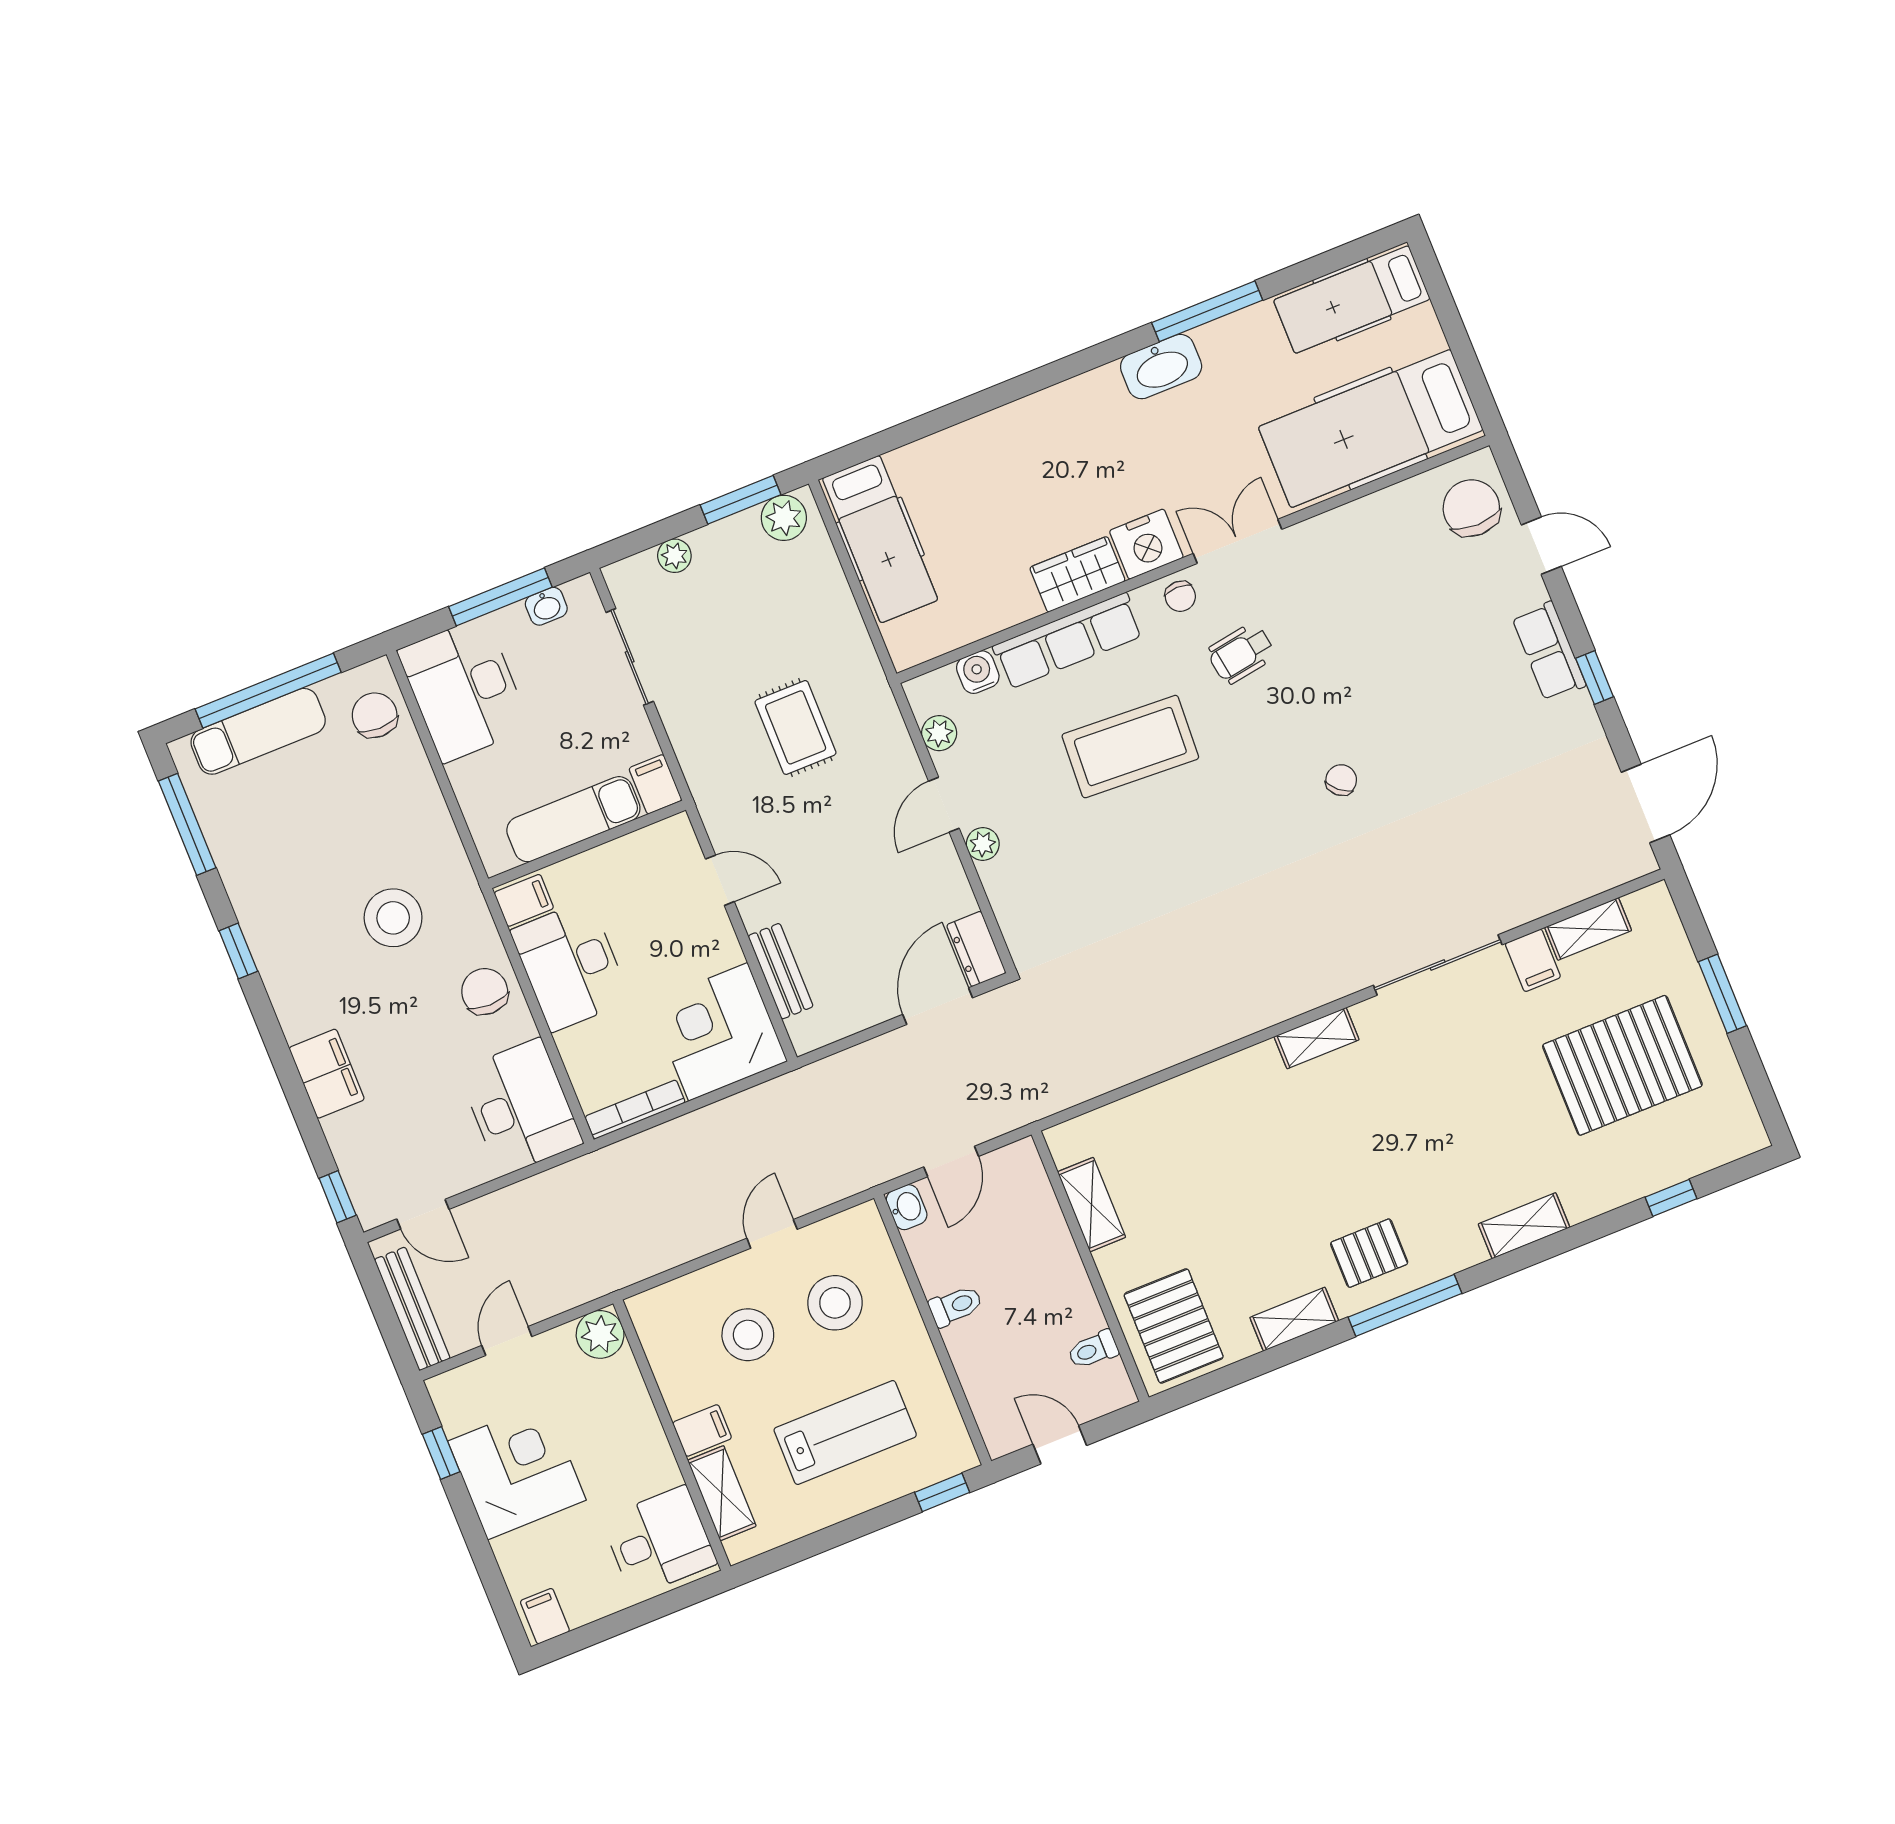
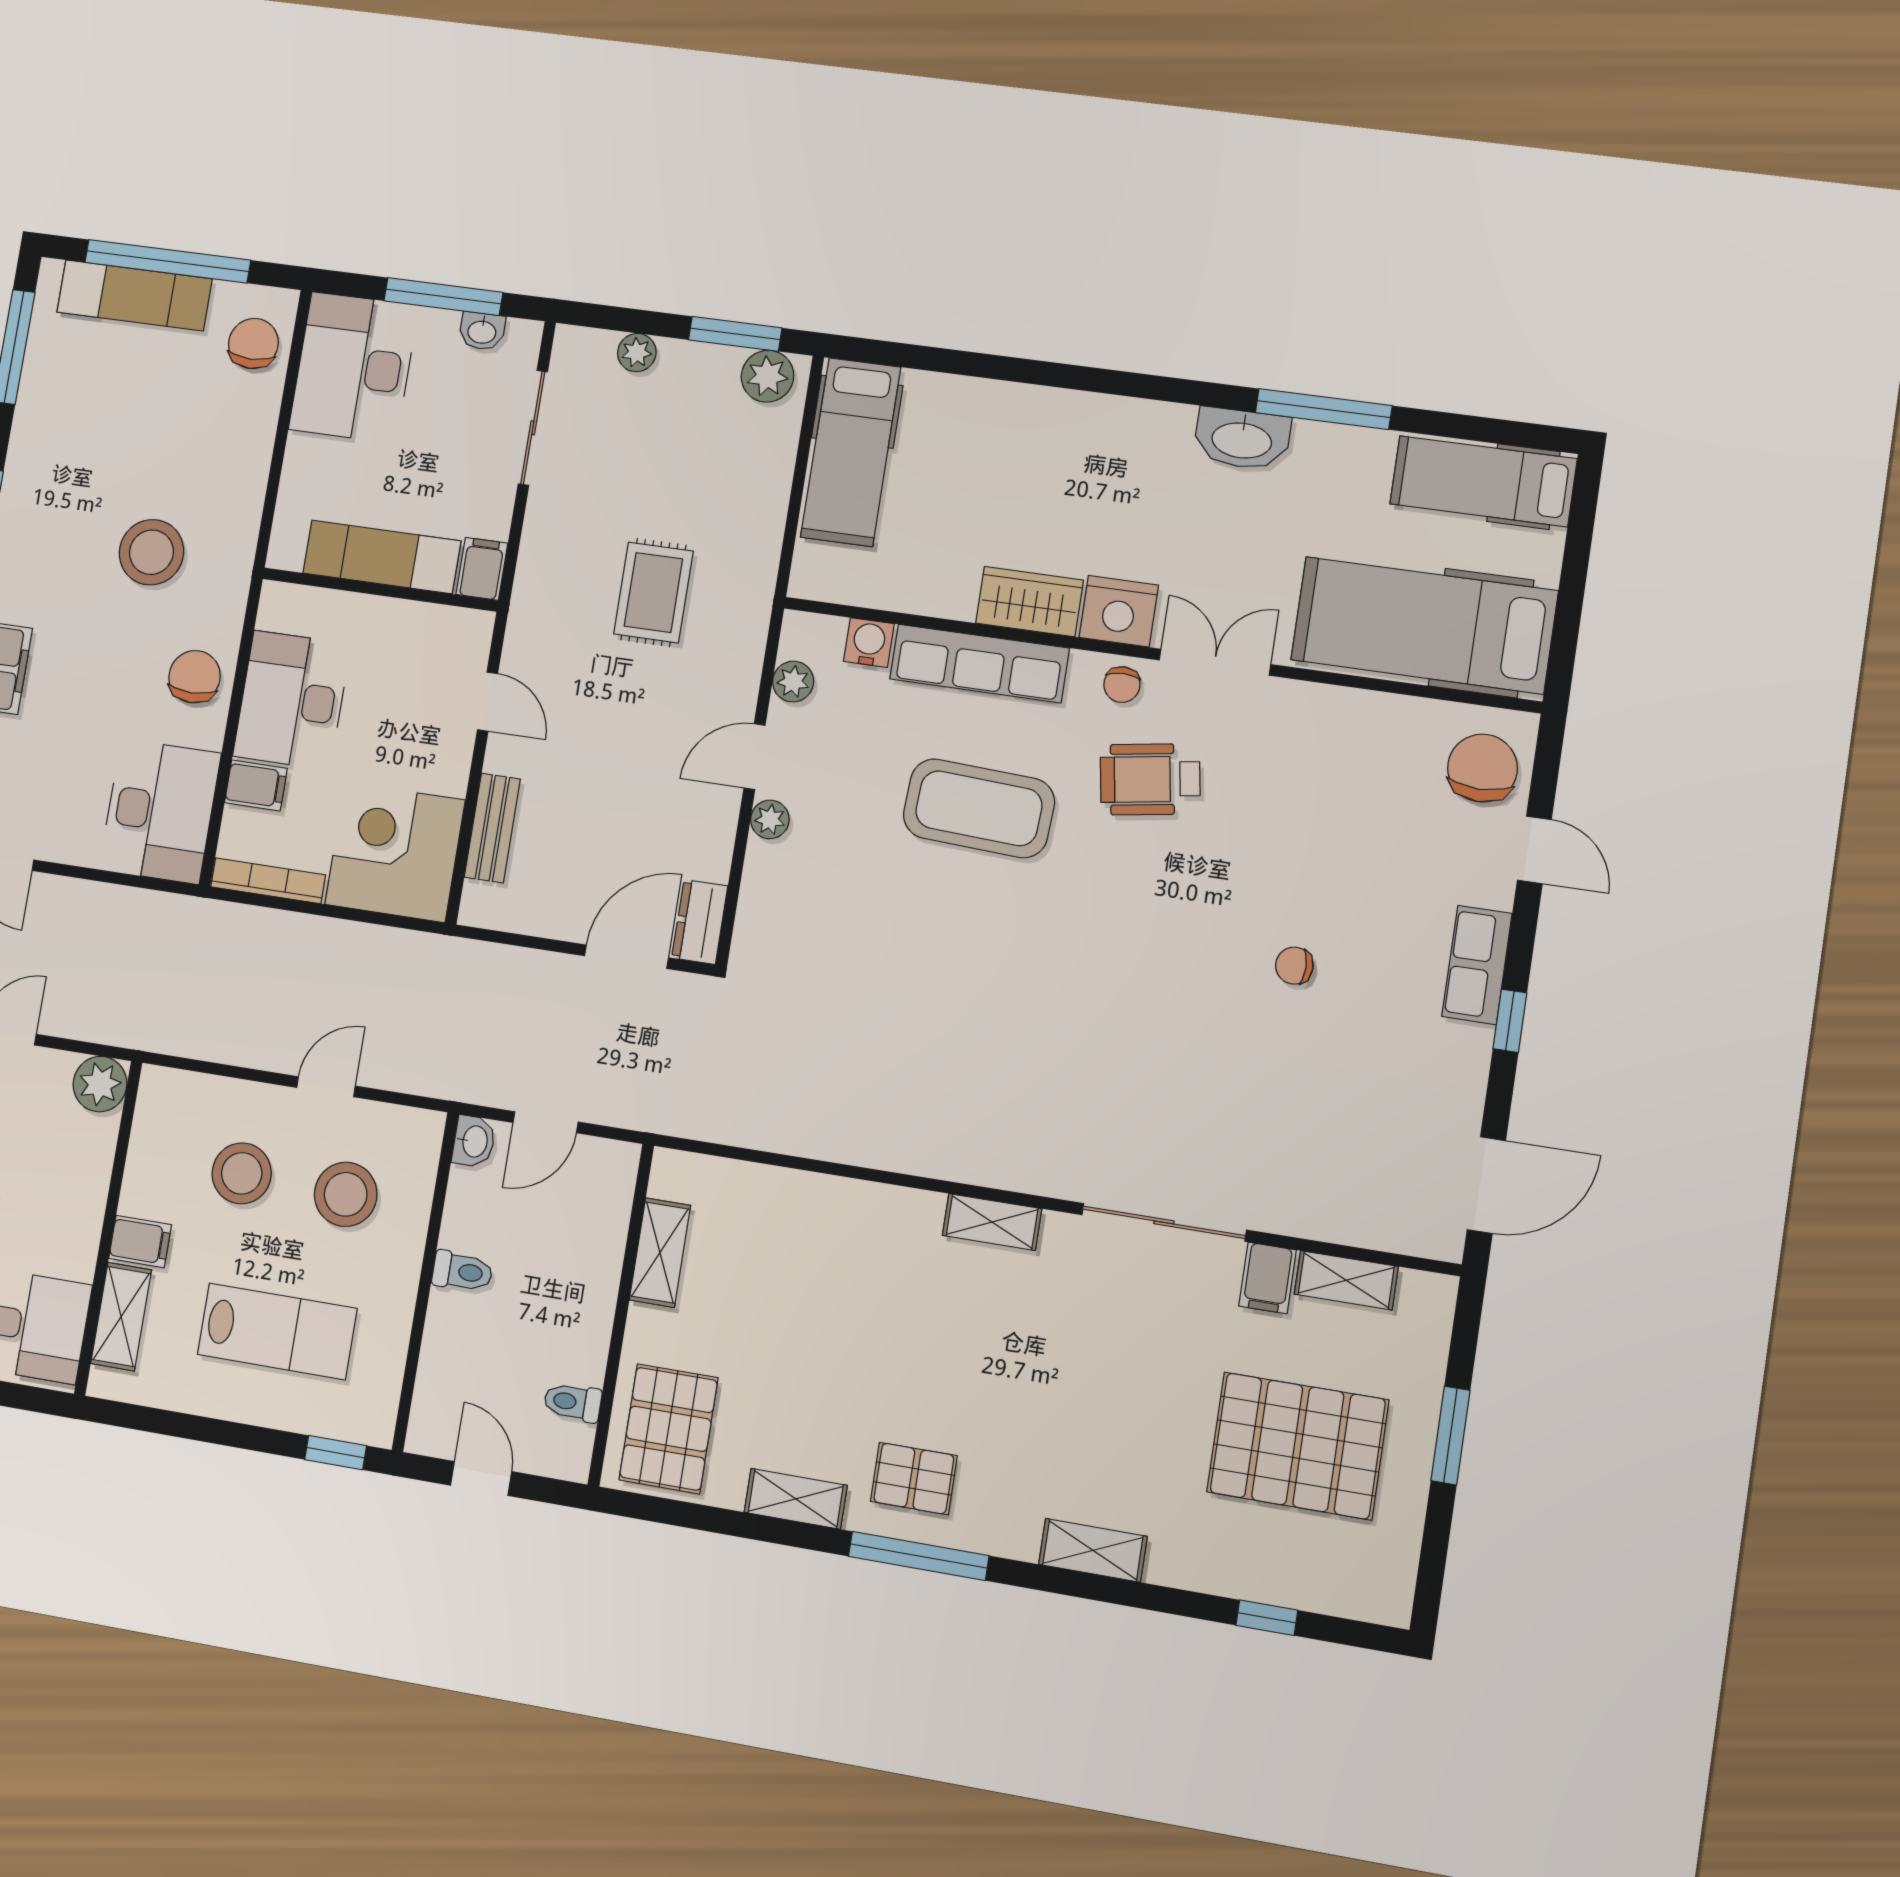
wheelchair: (1241, 653) -> (1150, 779), width x1.36, depth x1.37
chair: (1341, 780) -> (1294, 966), moved, turned -131
filing cabinet: (524, 900) -> (256, 785), moved

